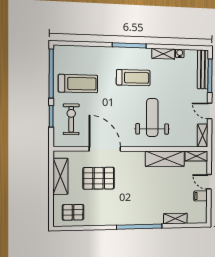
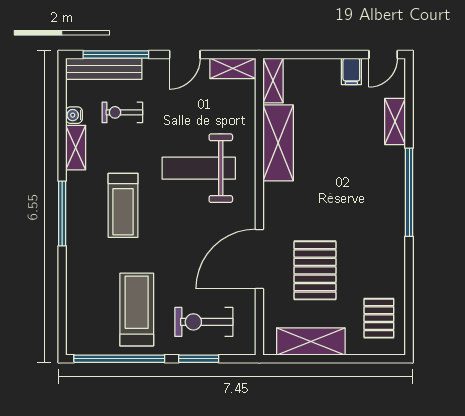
treadmill: (133, 78) -> (123, 205), turned 180
exercise bike: (181, 78) -> (122, 112), added
door: (209, 182) -> (383, 55), moved

